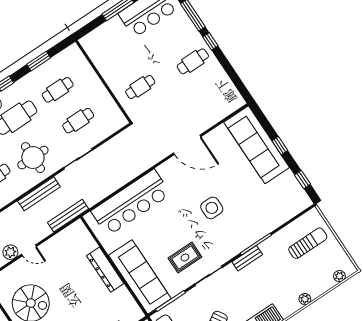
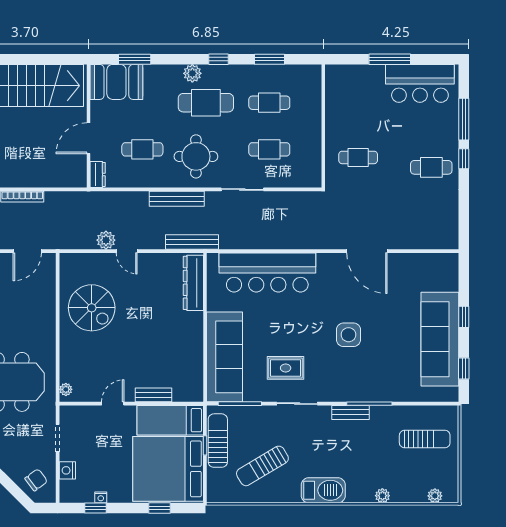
sofa: (257, 145) -> (440, 339), moved
dresser: (105, 270) -> (193, 283), moved

